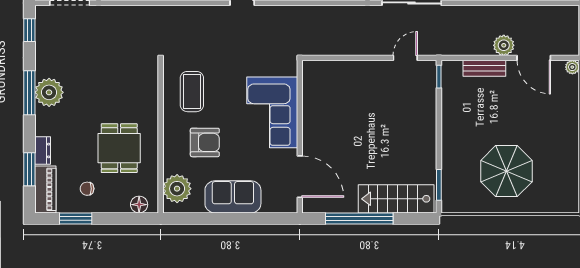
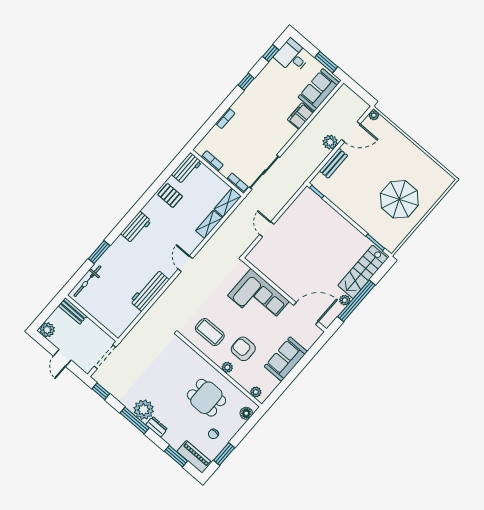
door: (405, 58) -> (267, 229), moved
plant: (171, 142) -> (227, 367), added
armchair: (205, 142) -> (243, 349), turned -90
dresser: (43, 151) -> (157, 427), moved
plant: (177, 189) -> (256, 392), width x0.53, depth x0.53
plant: (349, 206) -> (345, 300), added

